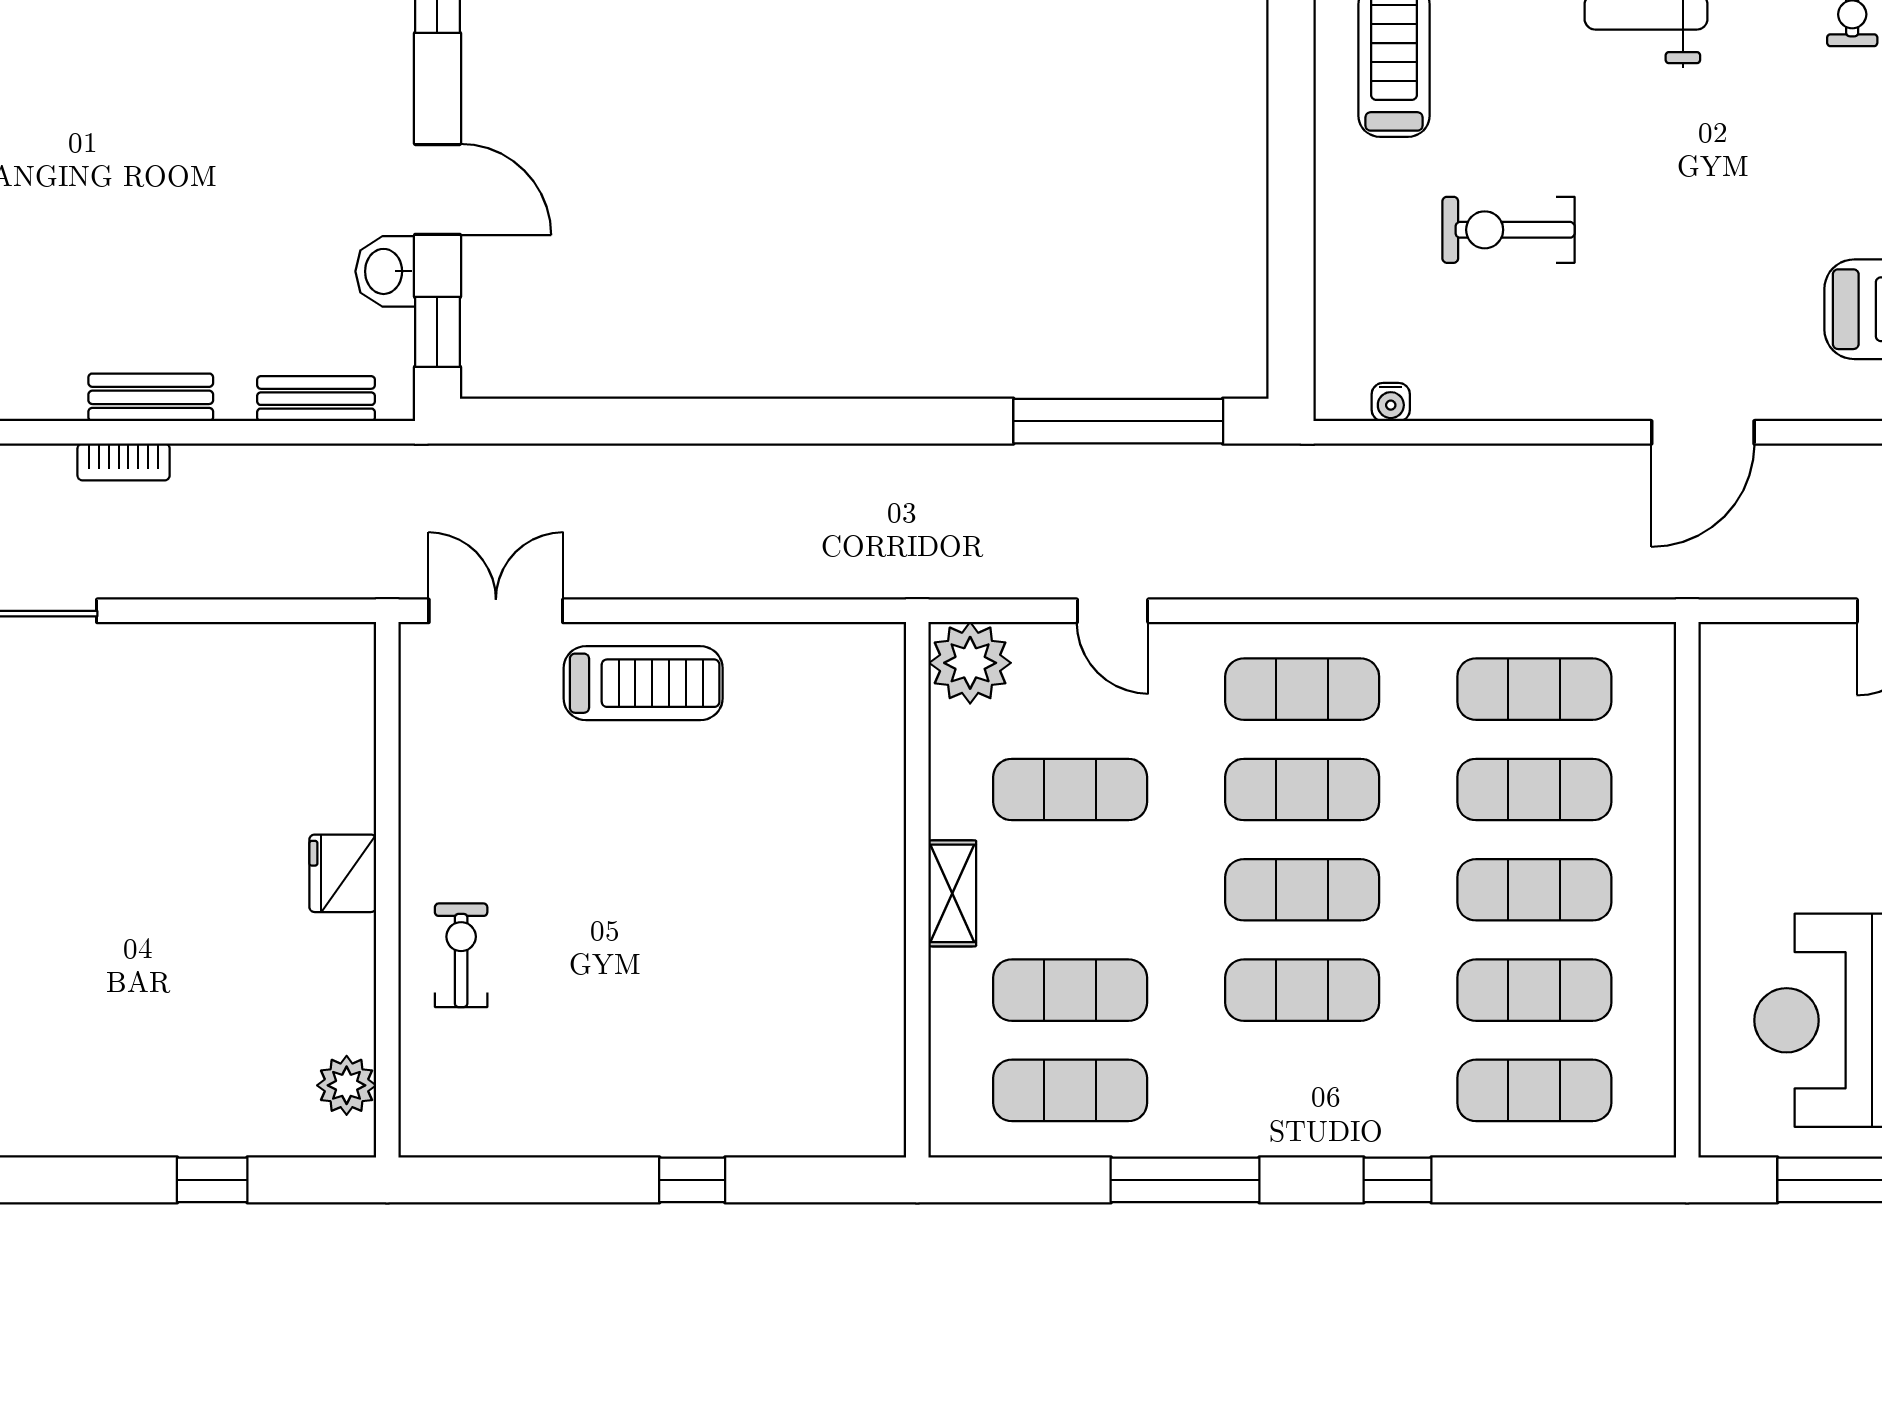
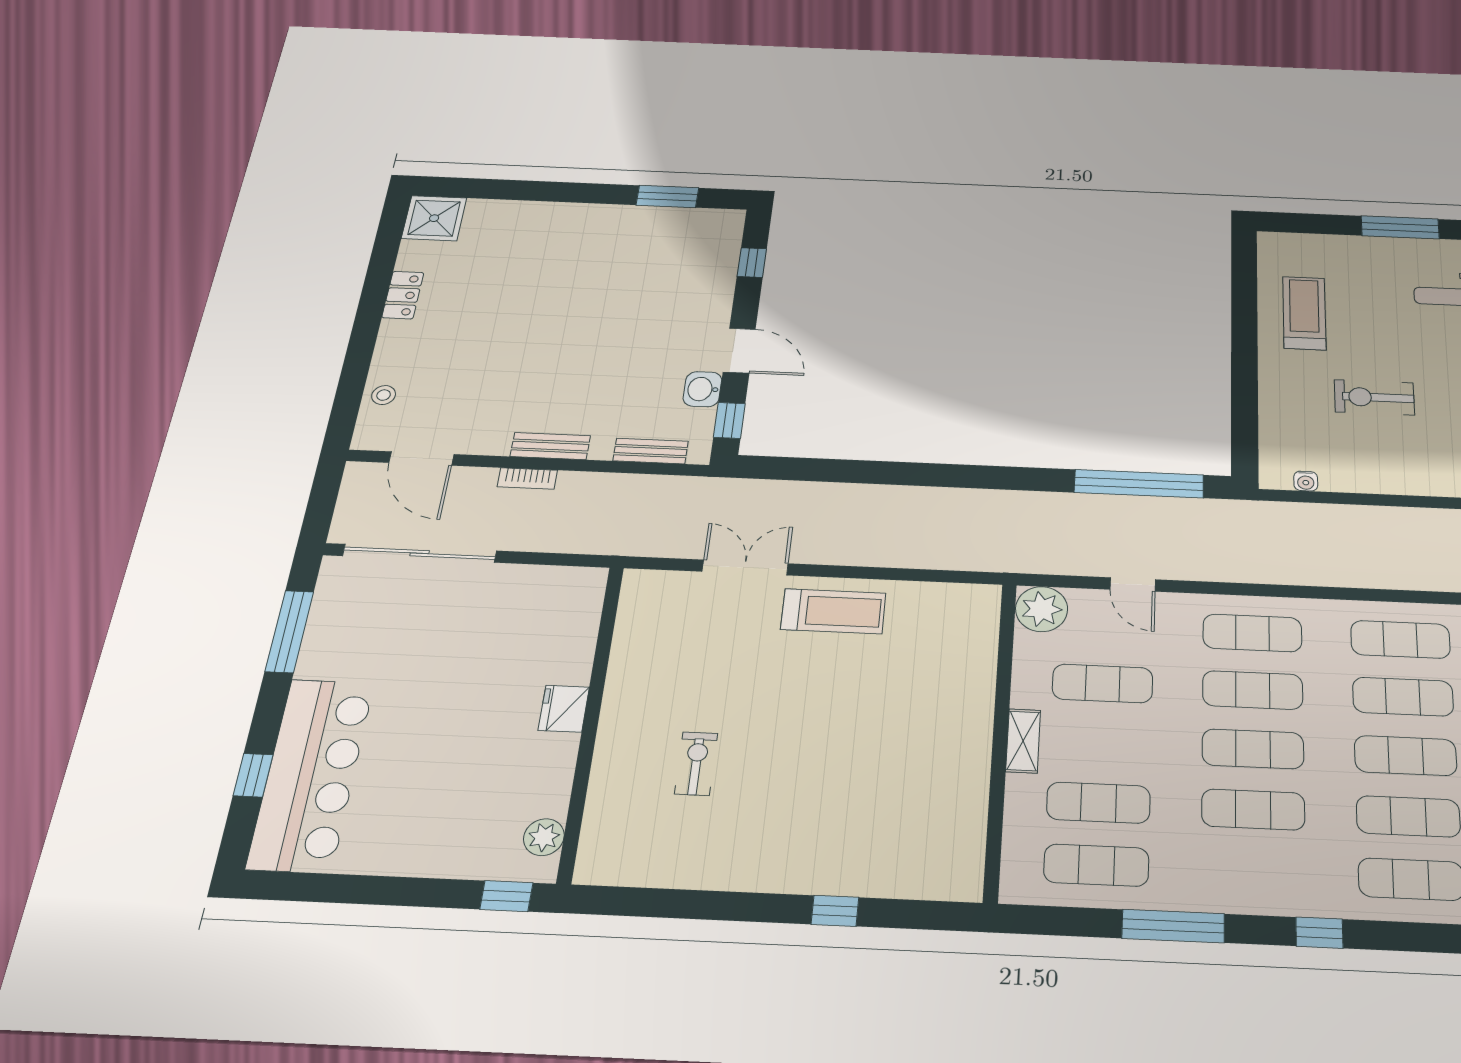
fridge: (343, 873) -> (564, 709), moved
wall: (387, 890) -> (591, 720), moved
plant: (347, 1085) -> (544, 837), moved

